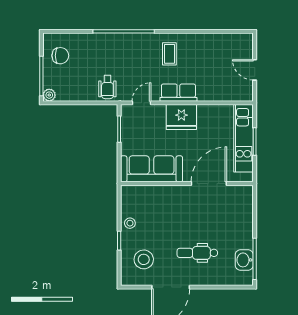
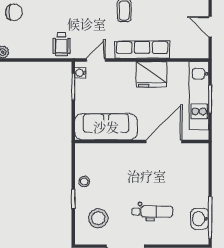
row of seats: (178, 93) -> (142, 50), width x1.48
water cooler: (126, 116) -> (80, 73), added
fridge: (181, 117) -> (152, 74), moved
dental chair: (197, 253) -> (152, 212), turned 180

